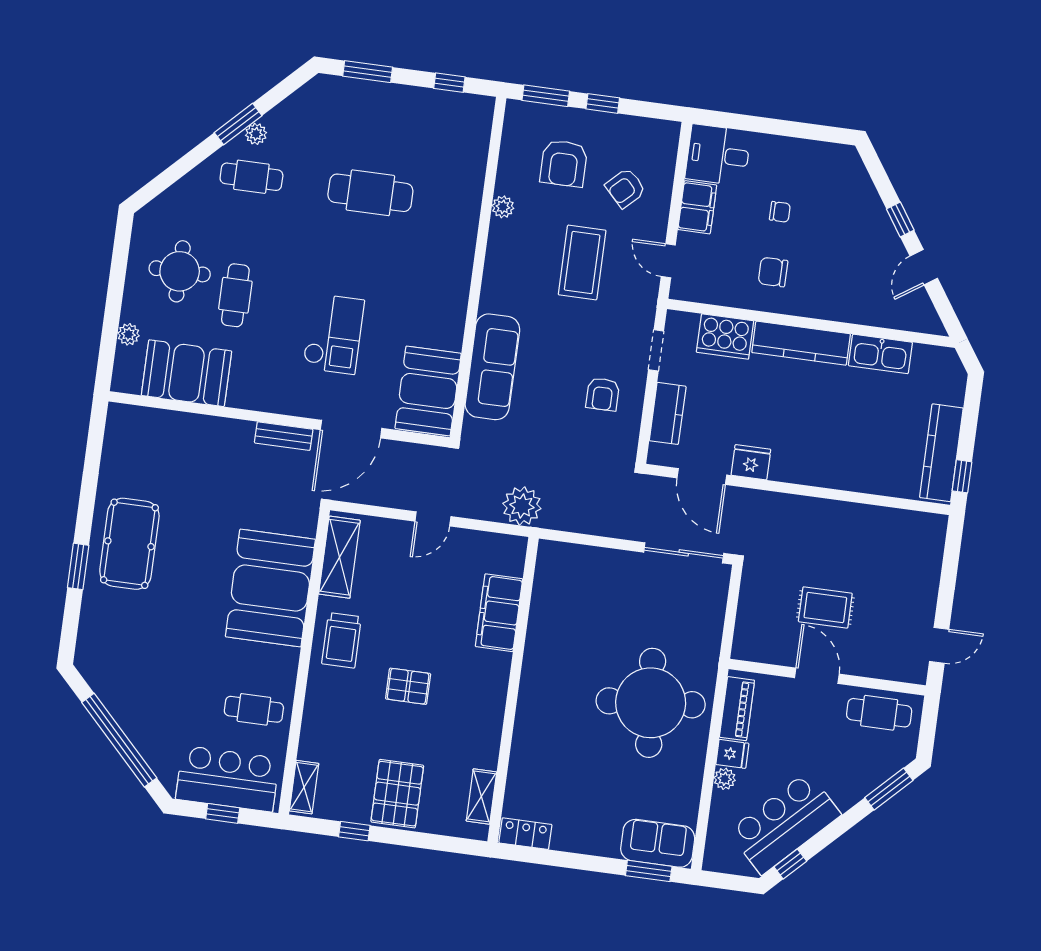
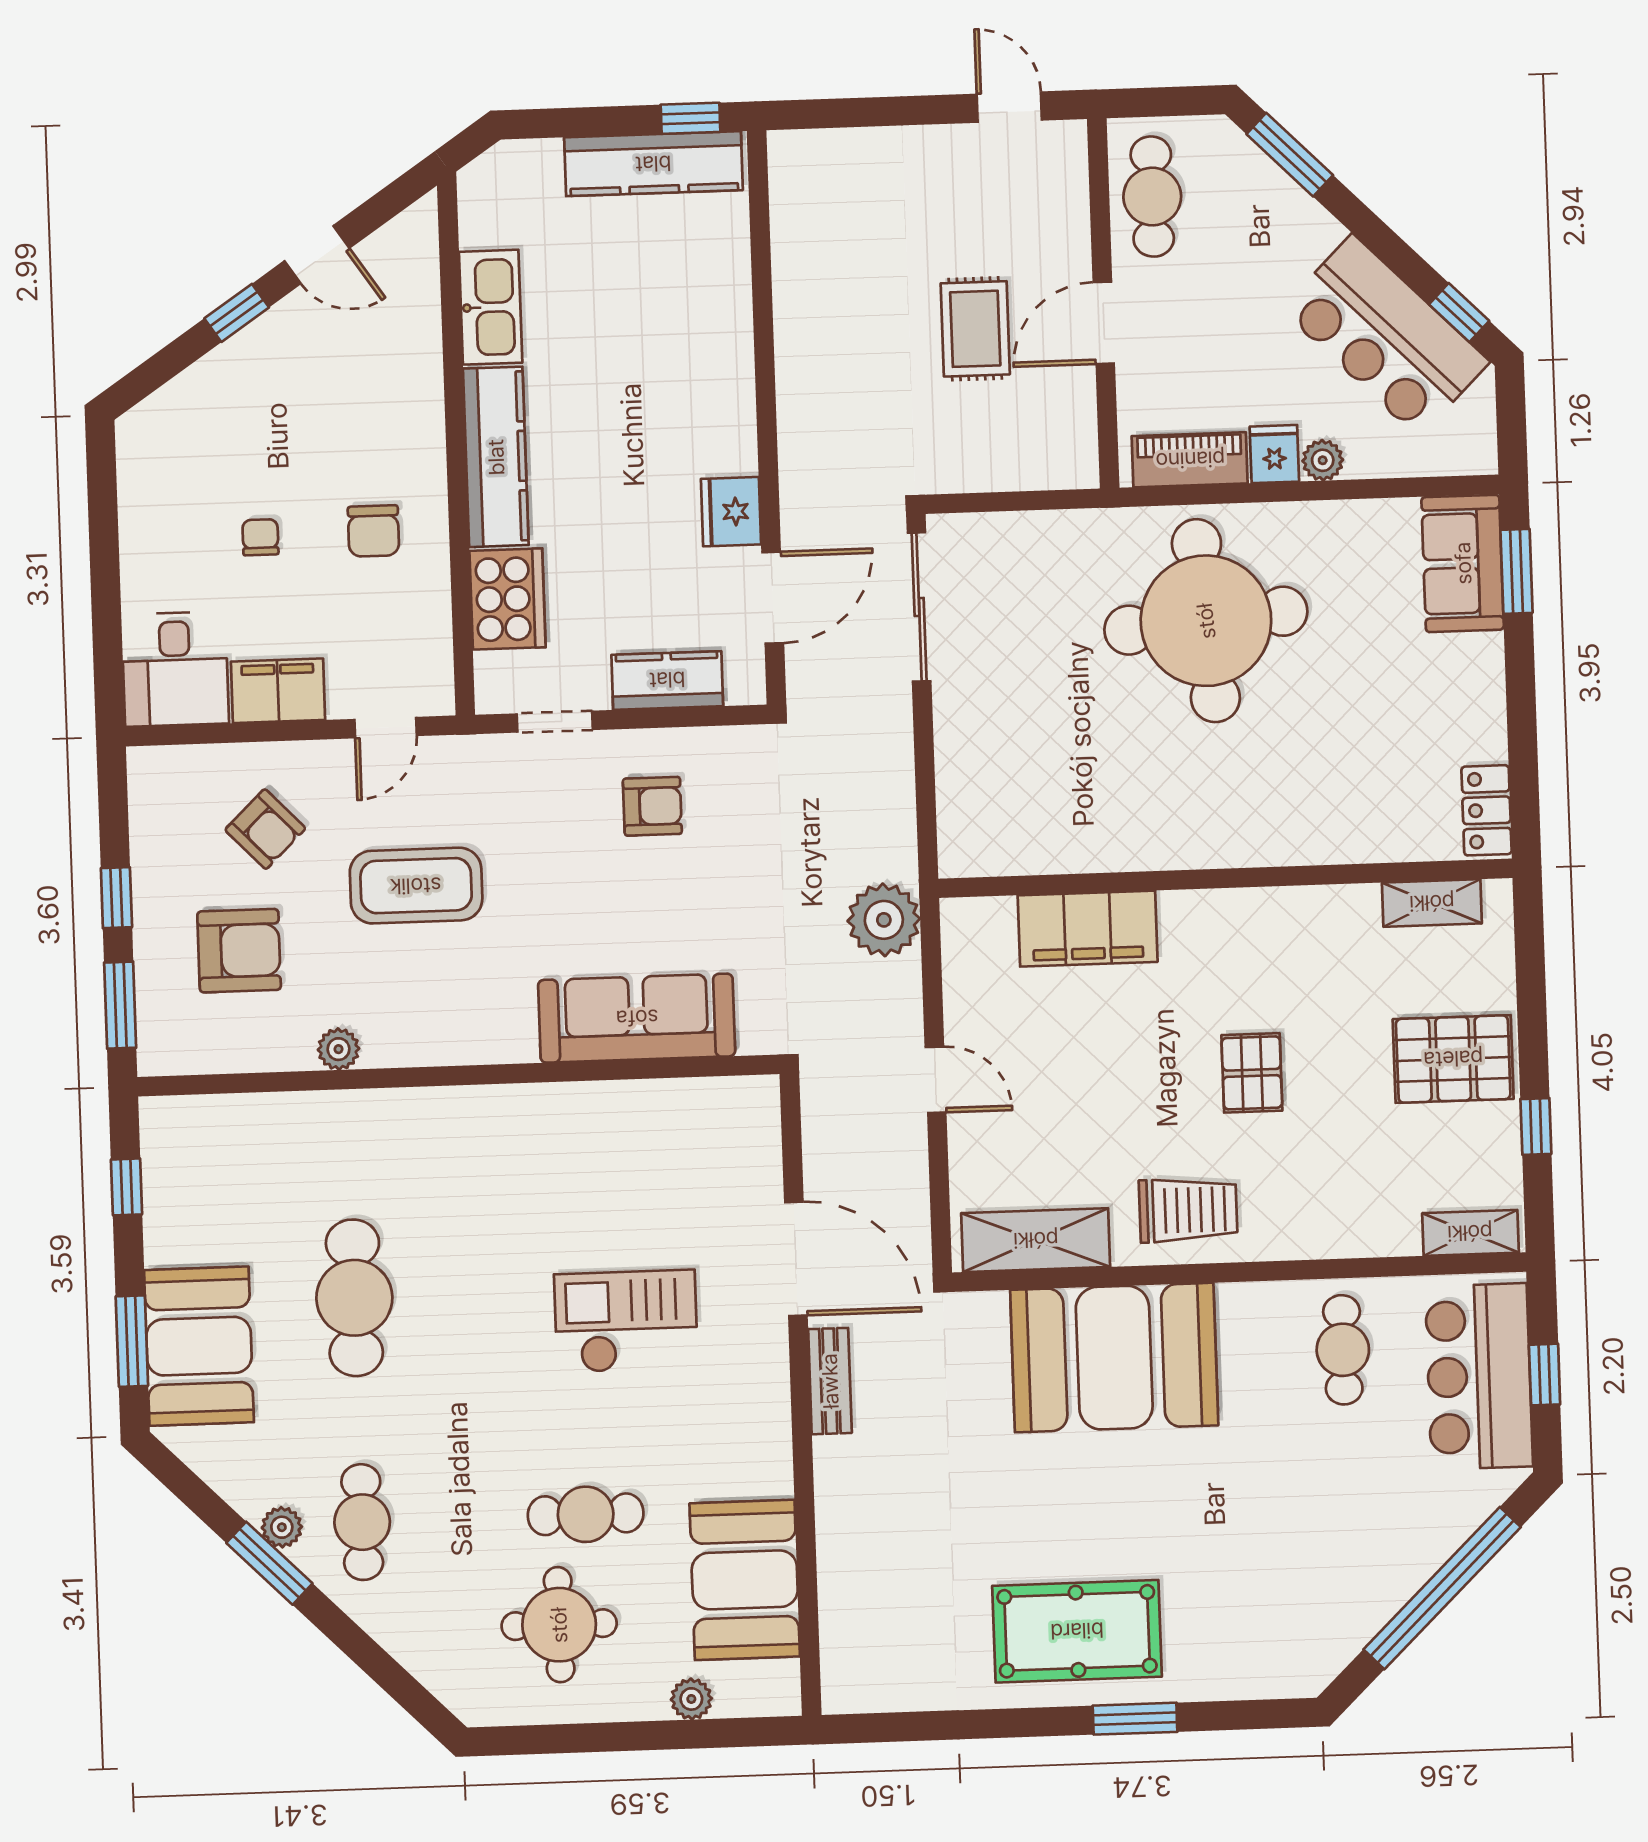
booth: (428, 391) -> (199, 1346), moved, turned 90

